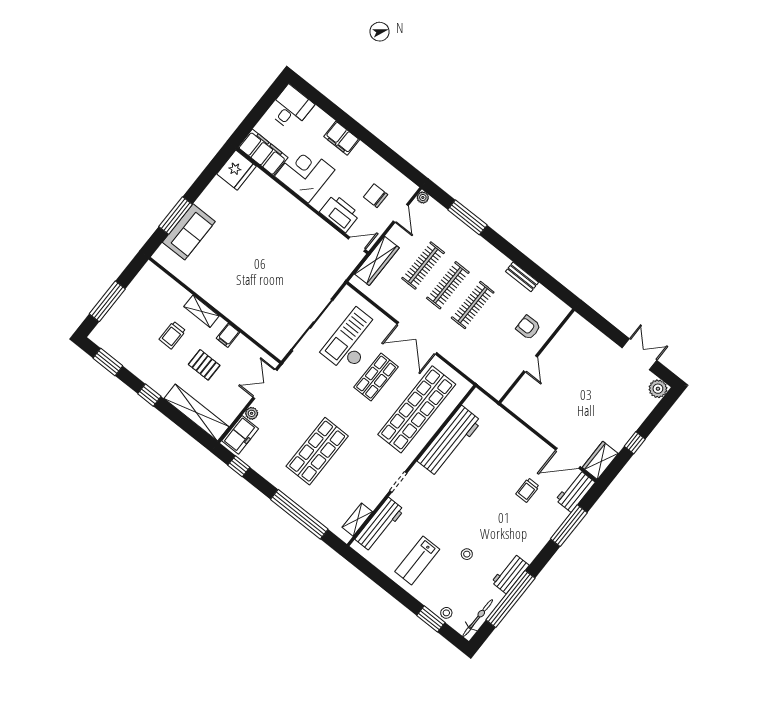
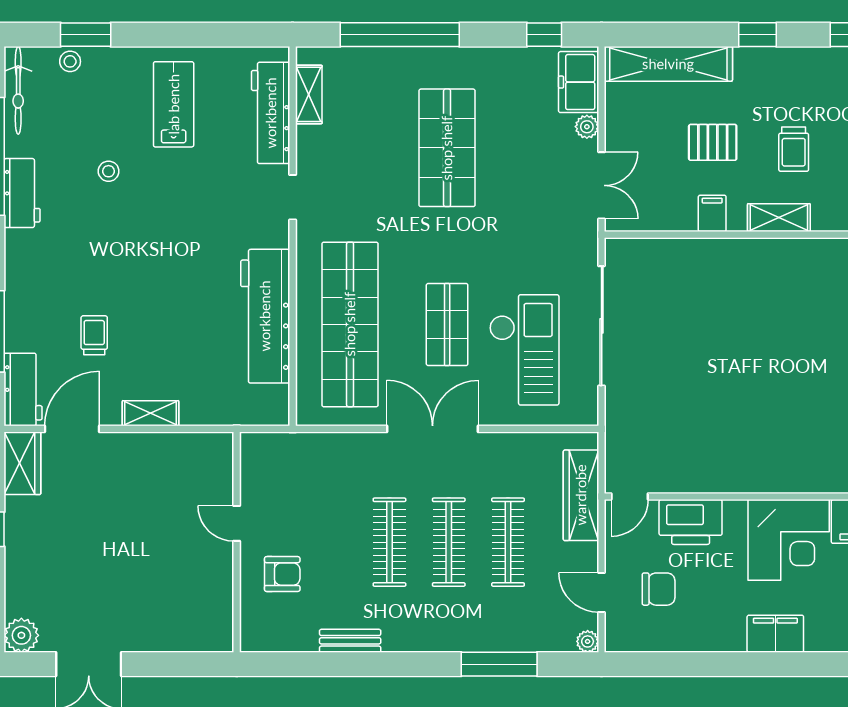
trolley: (172, 335) -> (794, 149), turned 180
shelving: (530, 439) -> (151, 413), added

